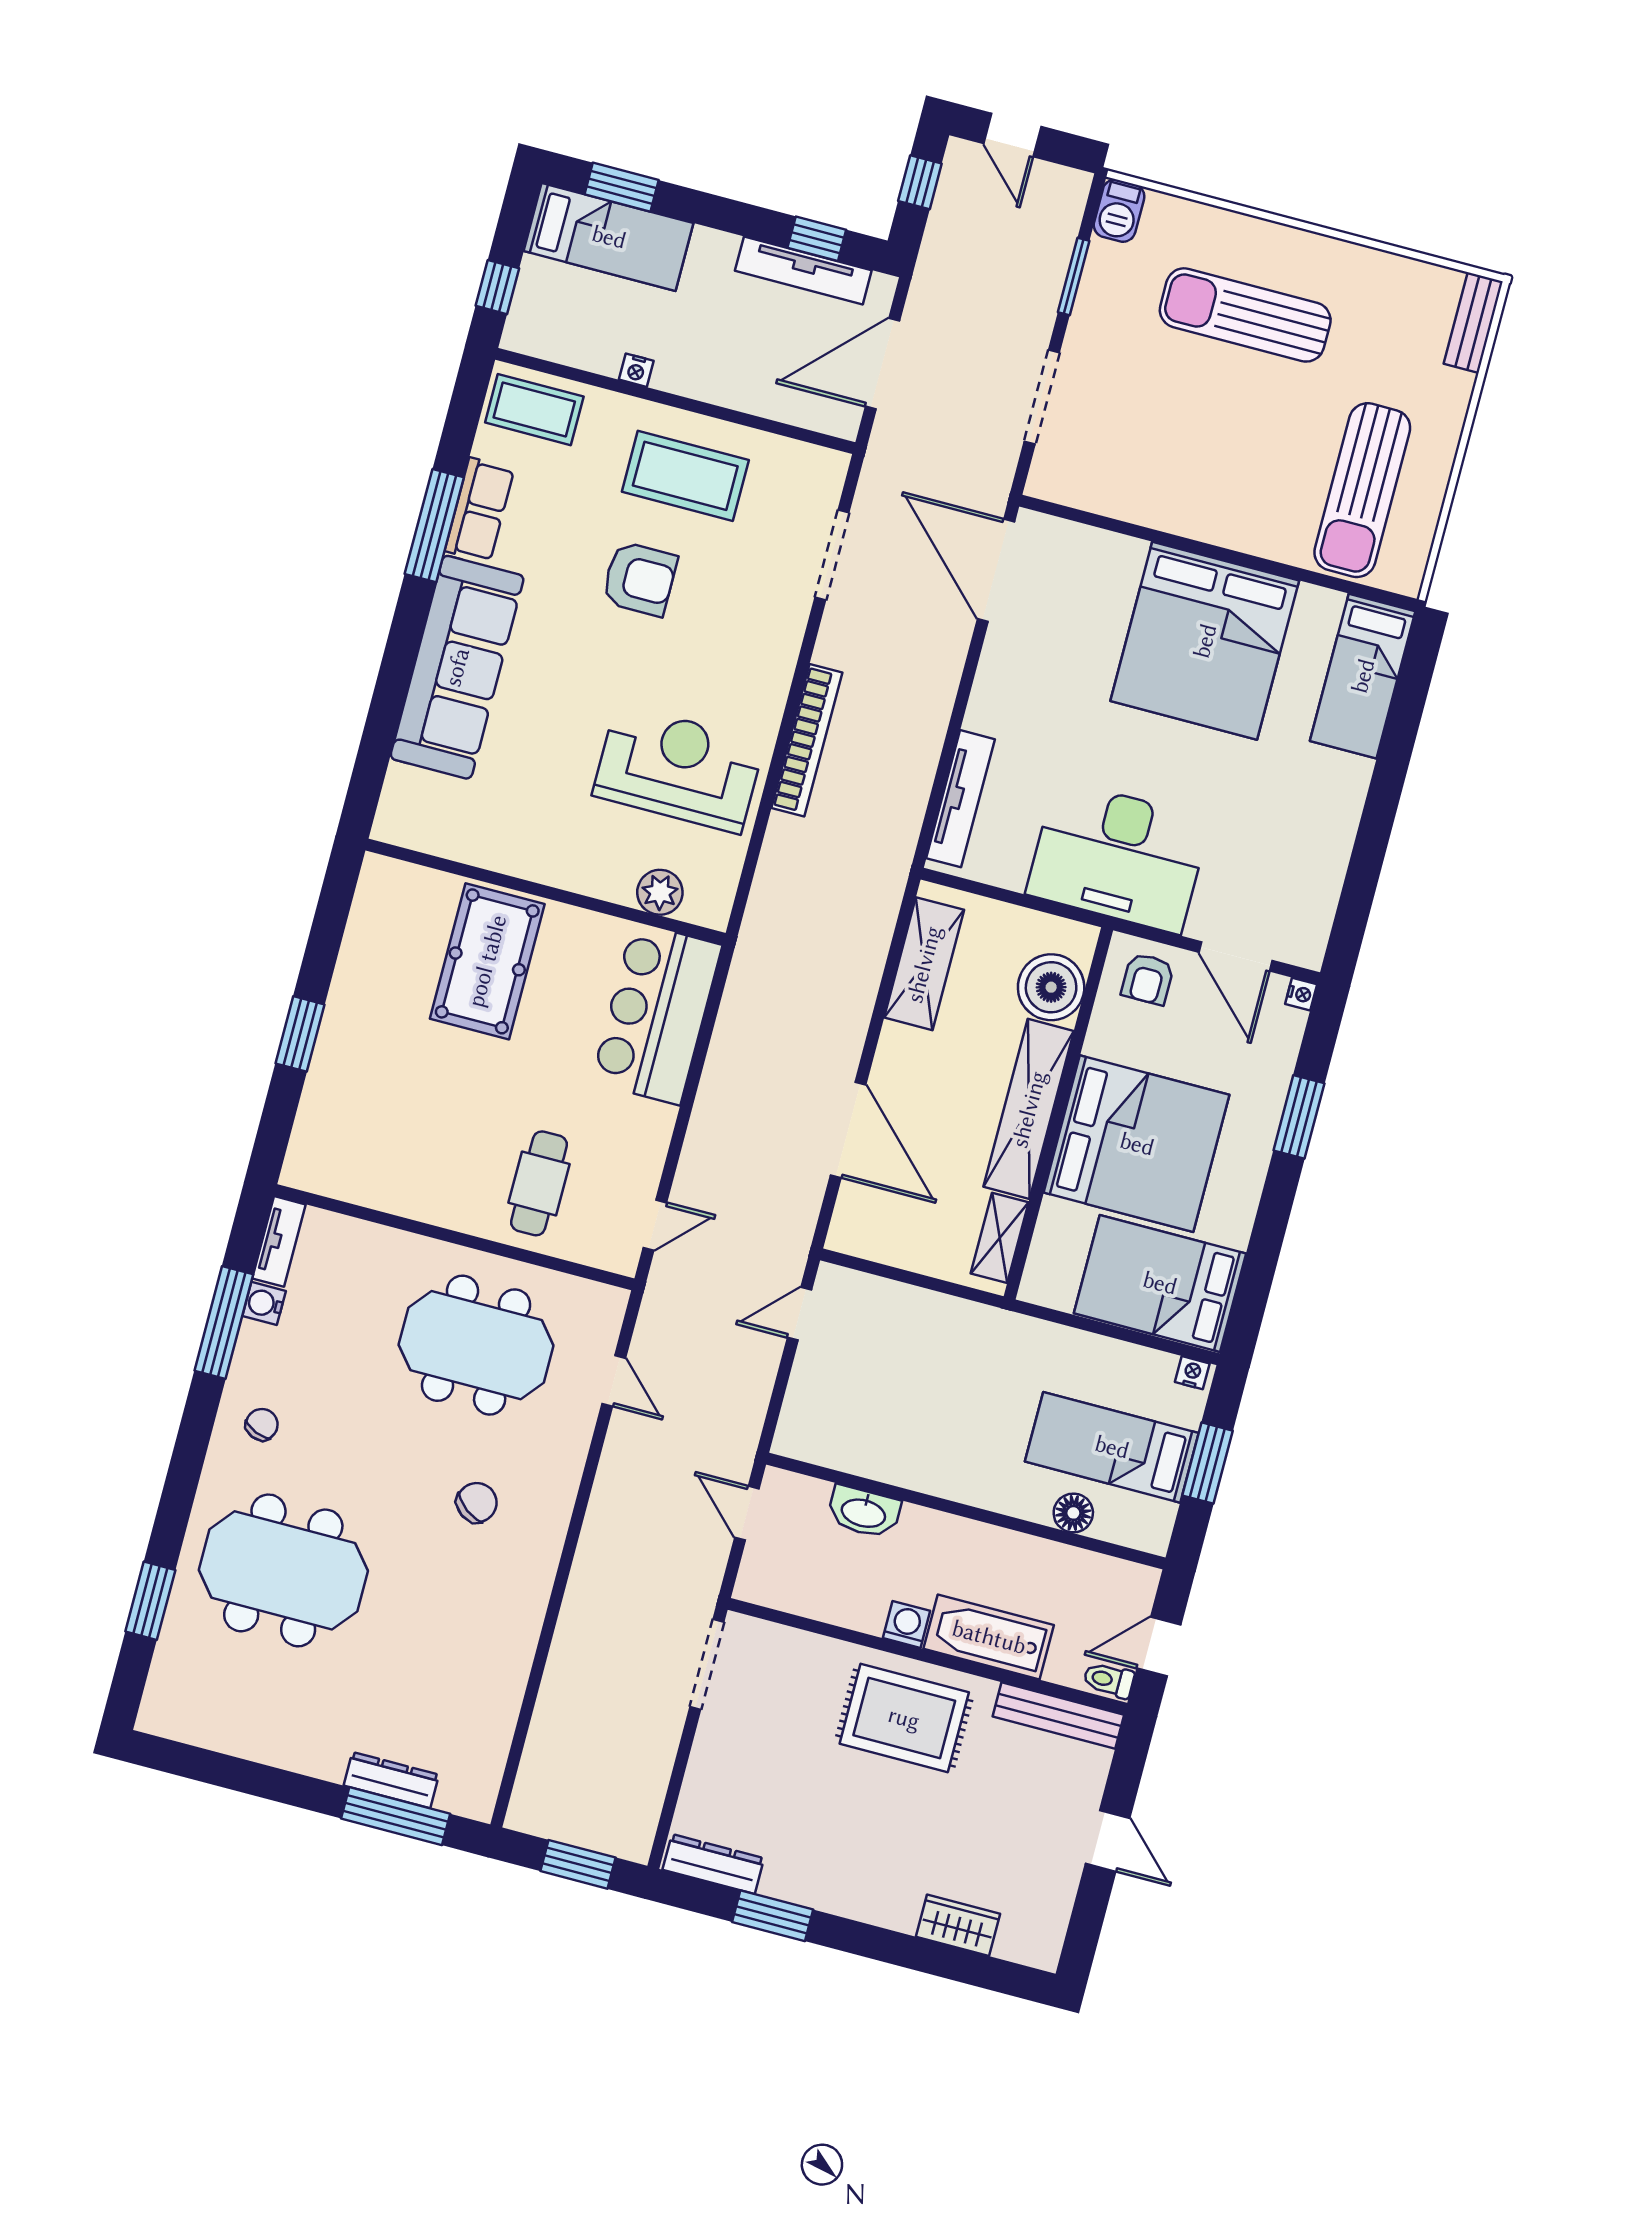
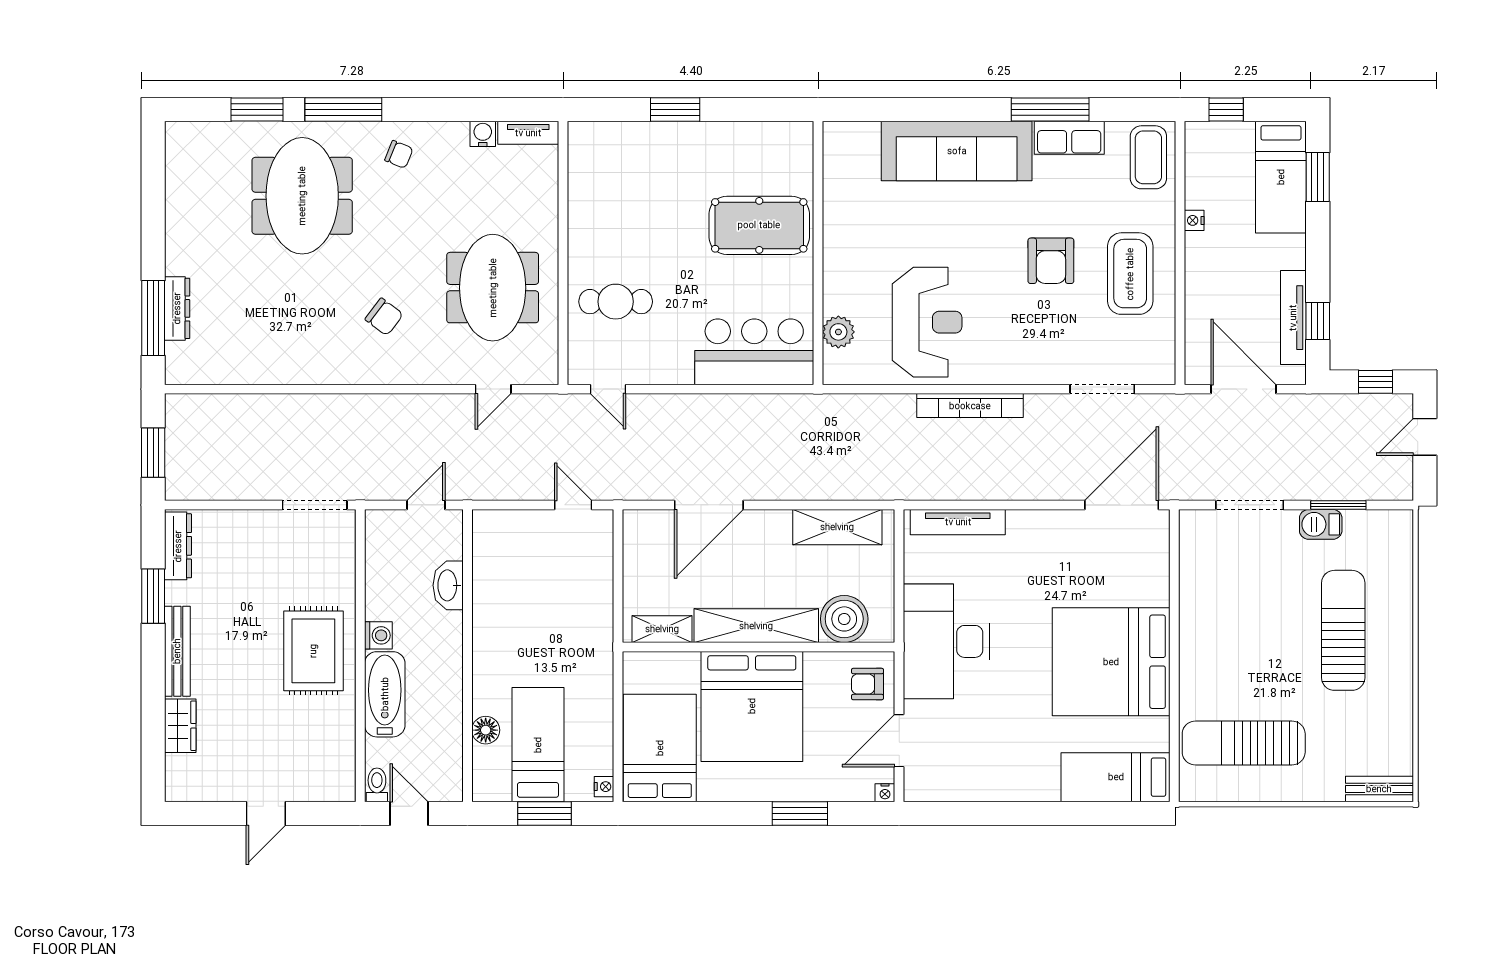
barbecue: (1119, 211) -> (1321, 524), moved
window: (224, 1322) -> (343, 110), moved
bench: (1058, 1716) -> (177, 651), moved

